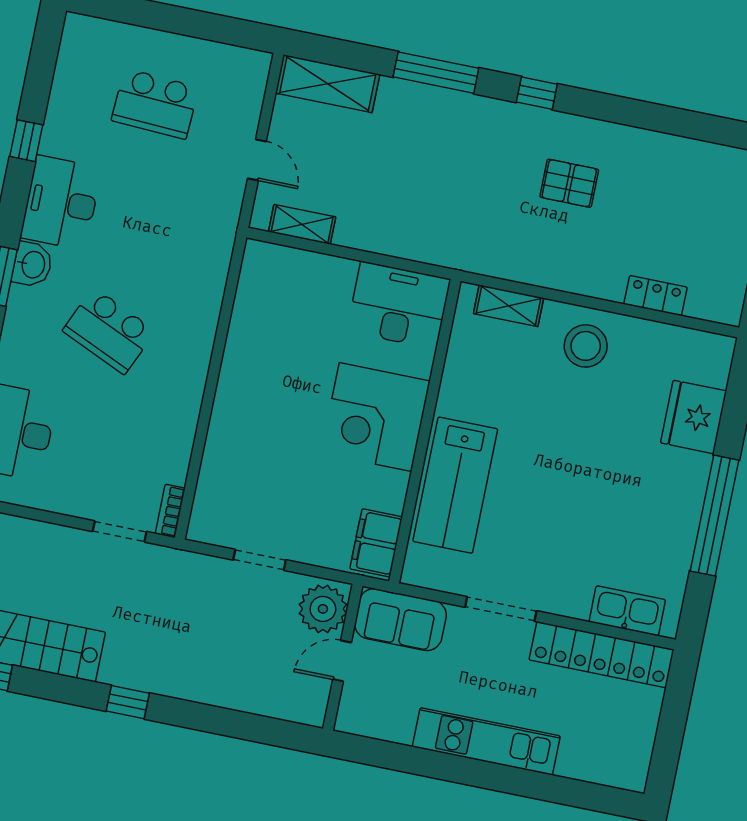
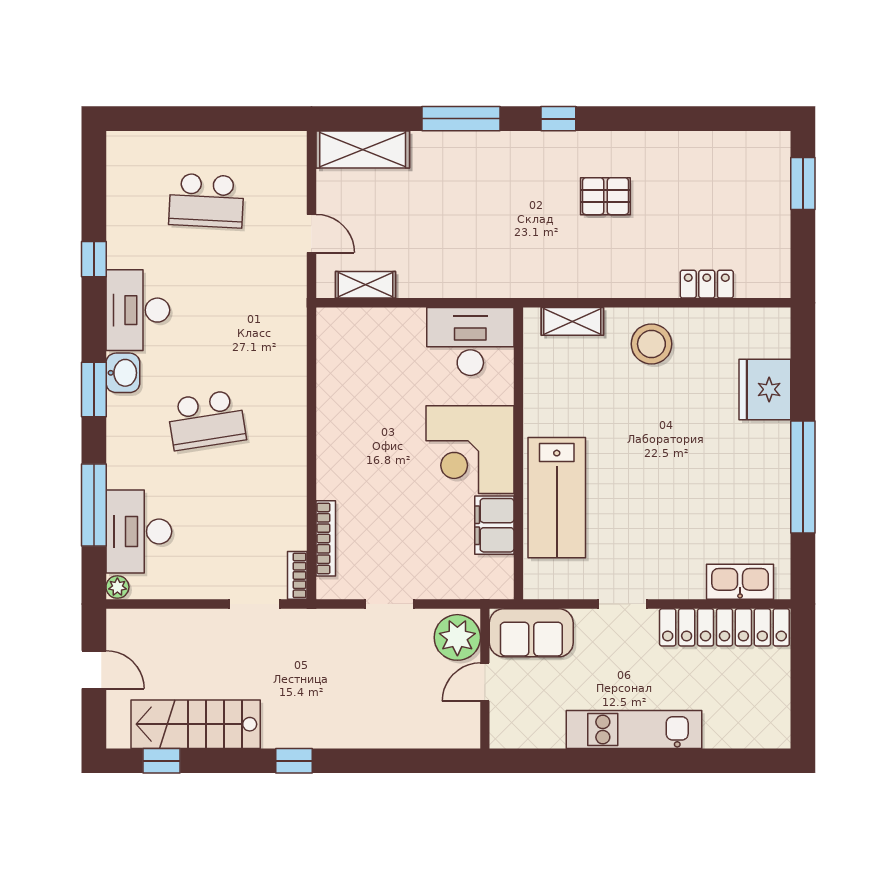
school desk: (109, 331) -> (206, 420), turned -33
bookcase: (207, 479) -> (326, 538), added
filing cabinet: (376, 543) -> (494, 525), moved
doorway: (501, 609) -> (622, 604), width x0.73

